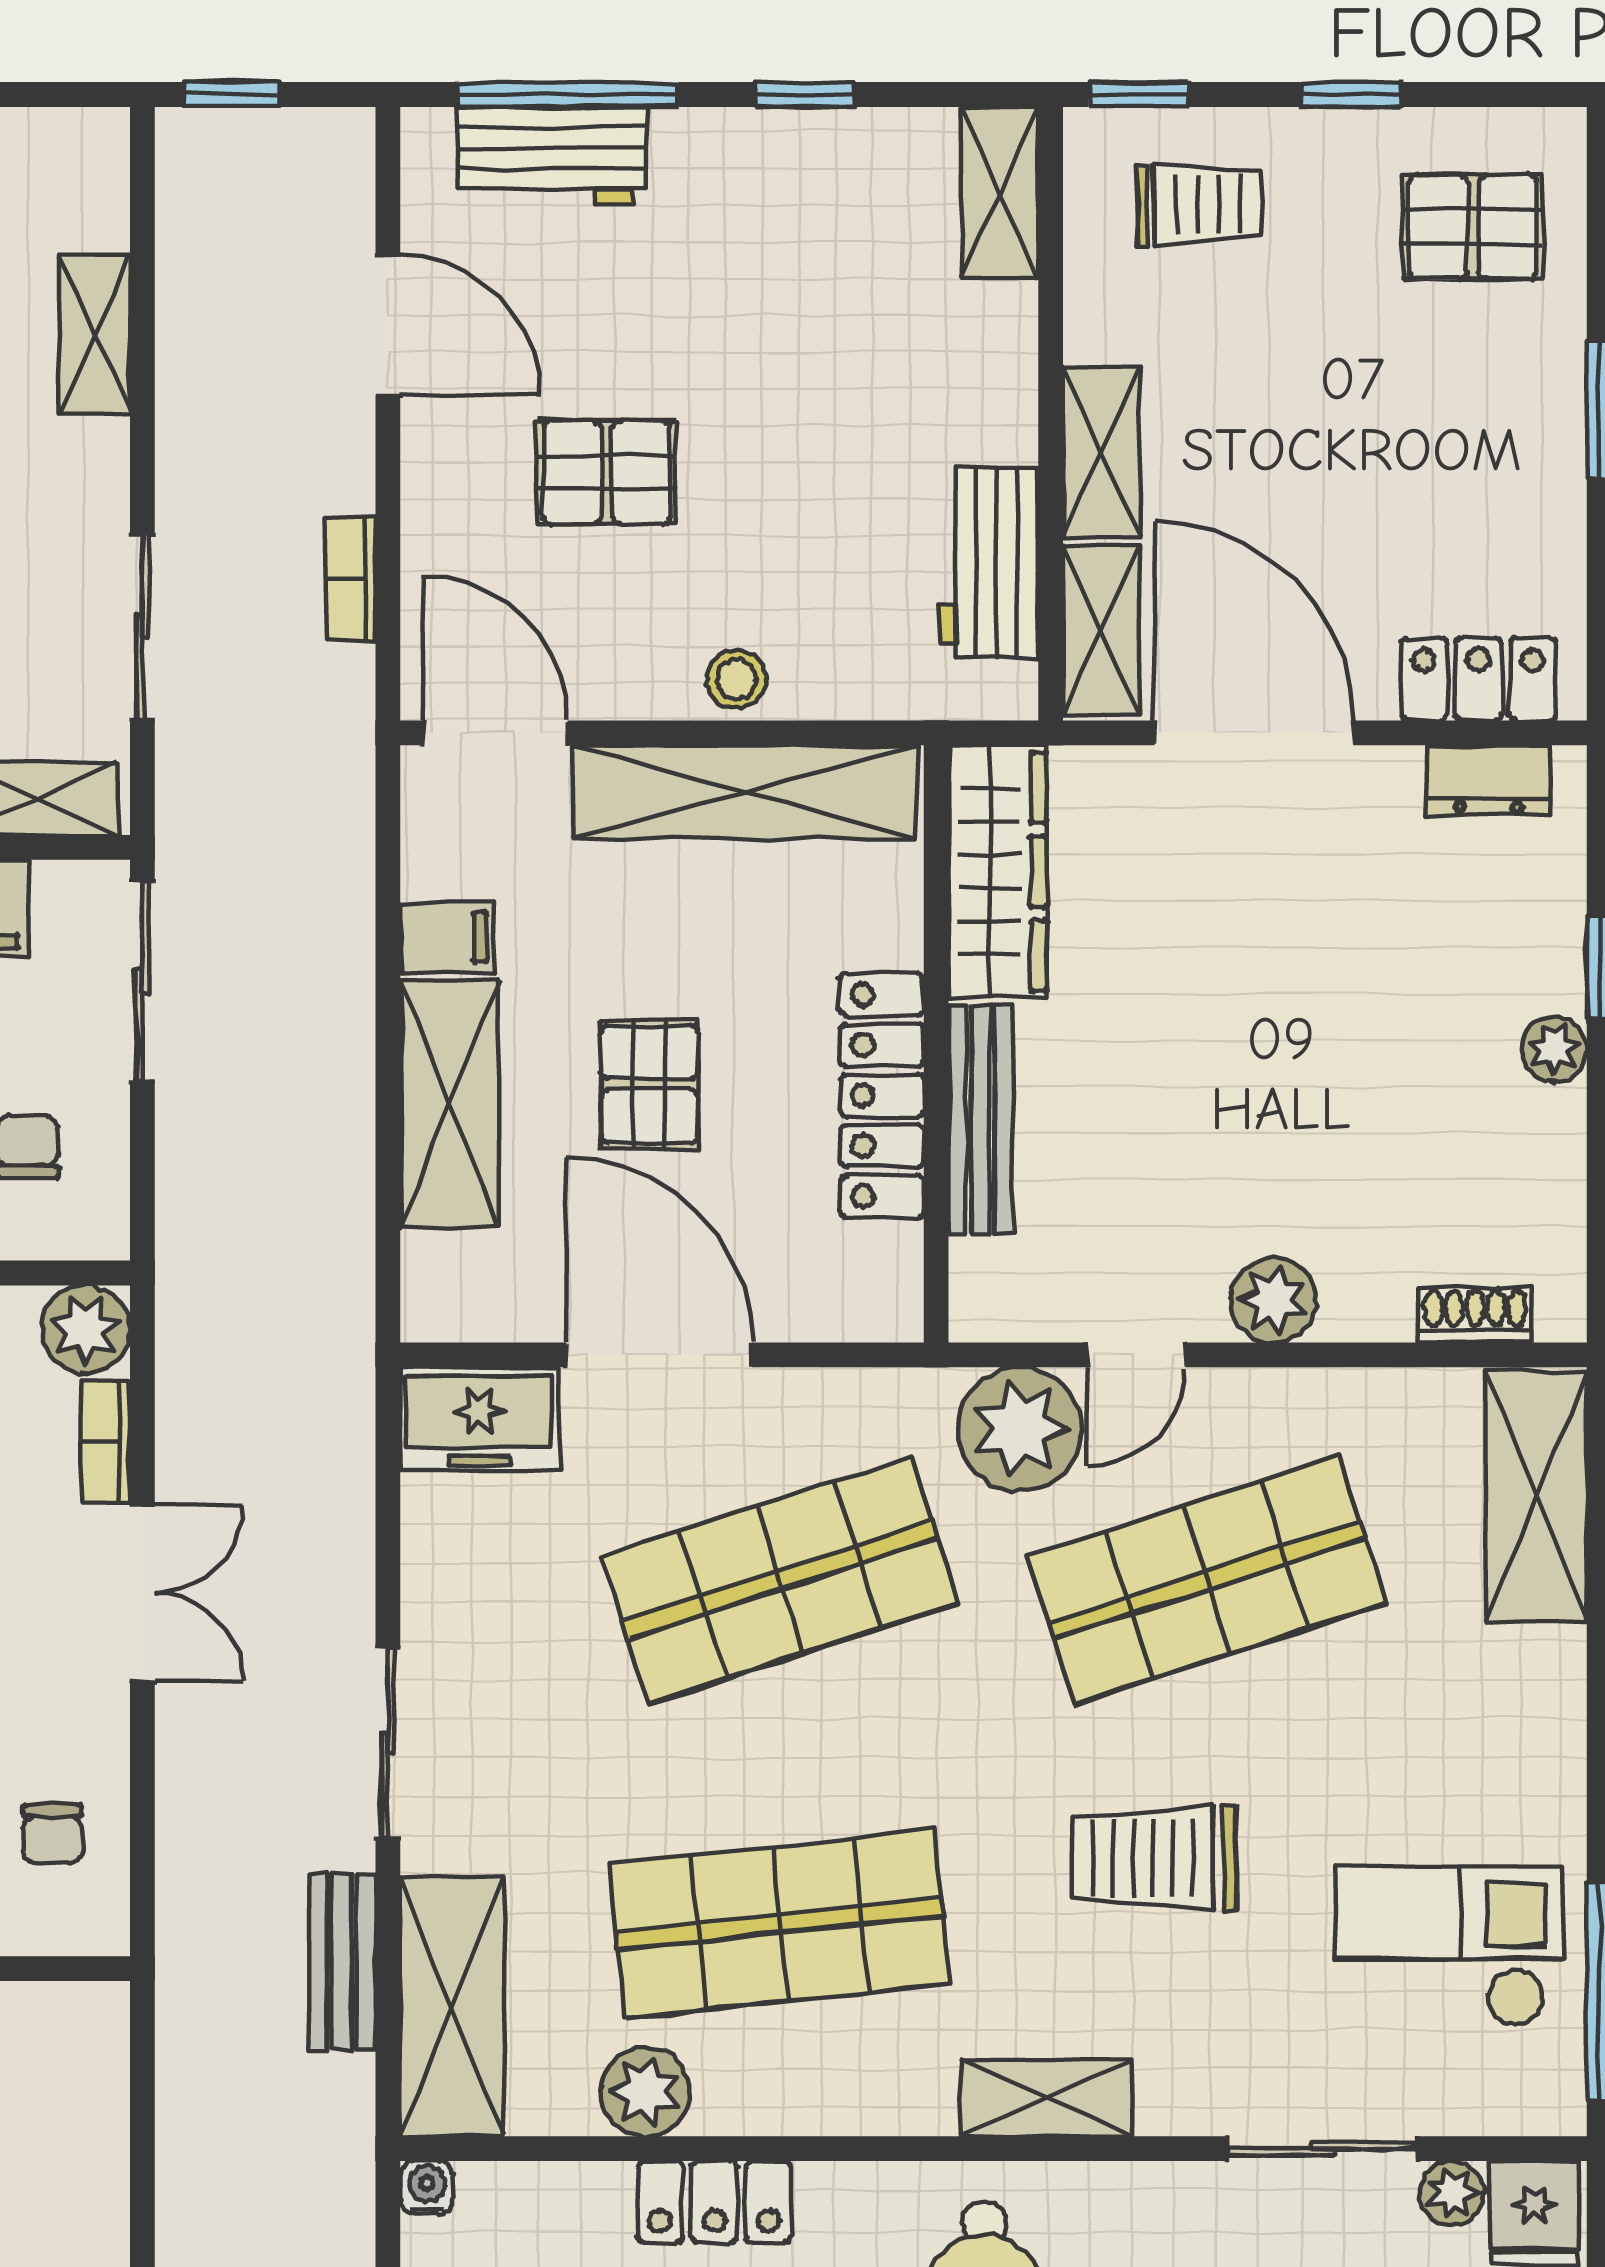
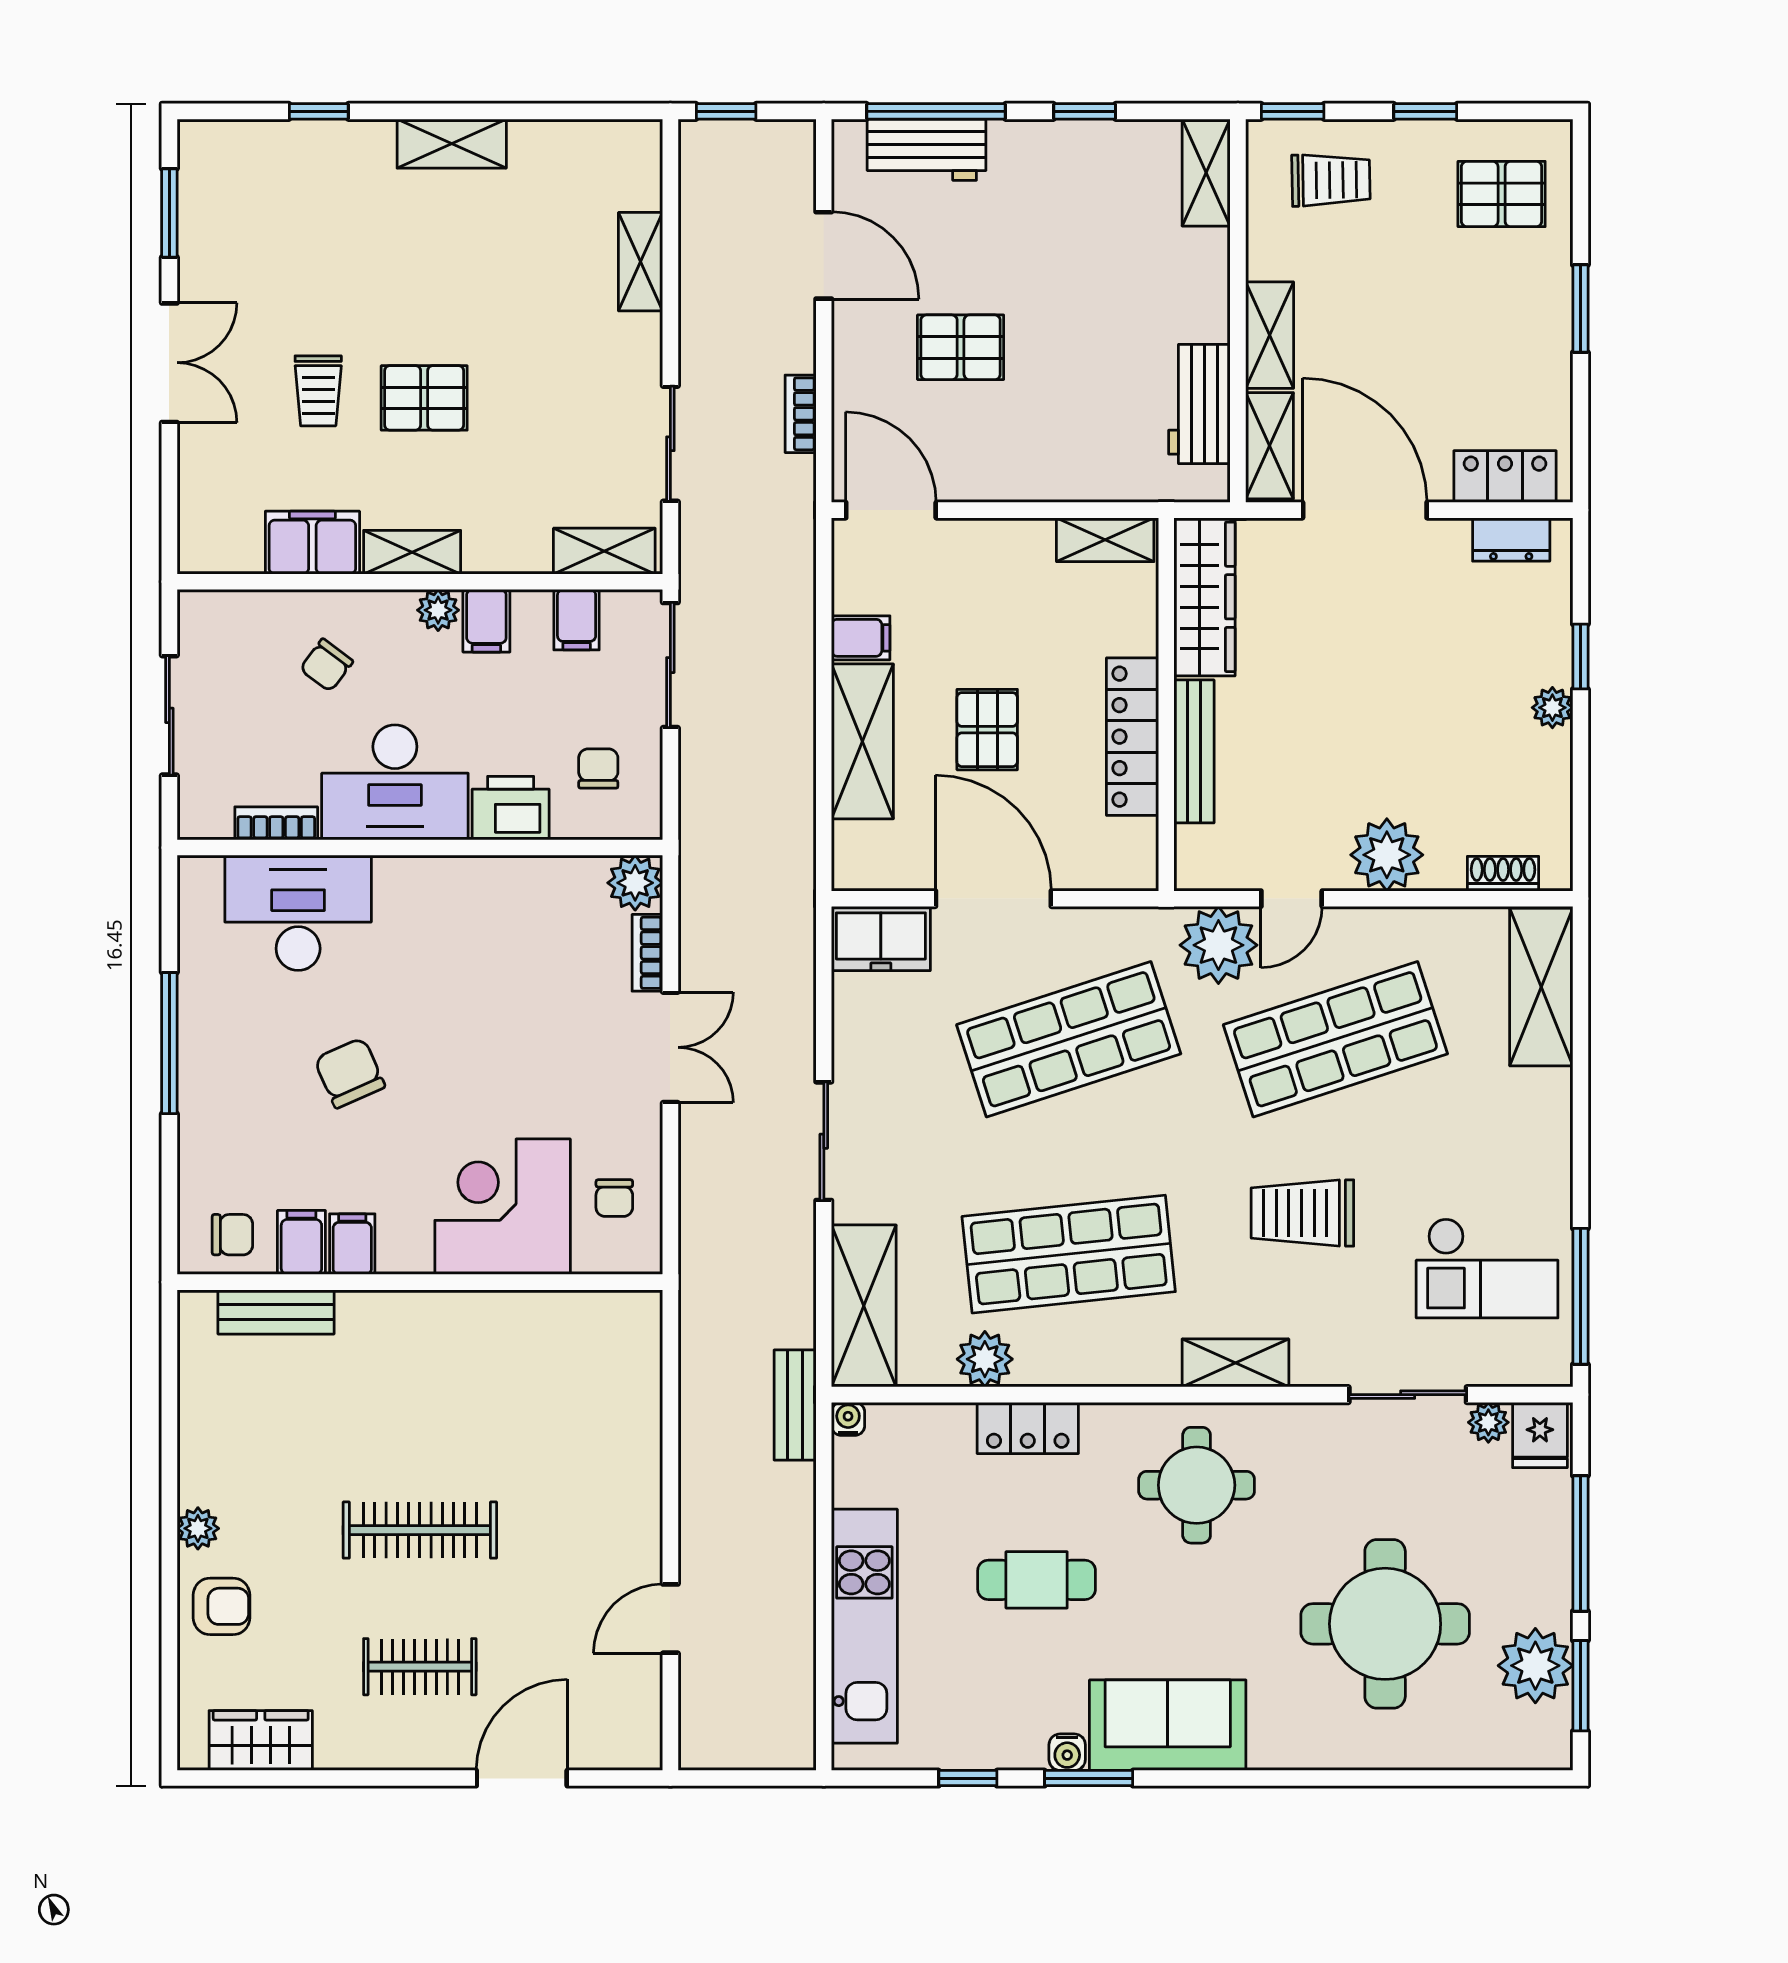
stool: (737, 679) -> (1042, 476), removed
shelving: (745, 792) -> (1105, 540), width x0.45, depth x0.75
plant: (1274, 1300) -> (1387, 855), width x1.36, depth x1.36
checkout: (1450, 1946) -> (1487, 1268), turned 180
bench: (342, 1962) -> (795, 1405), moved

